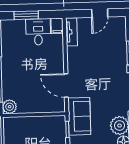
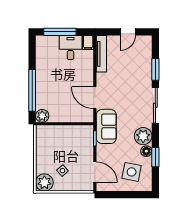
window: (26, 15) -> (60, 32), width x1.44
tv unit: (72, 32) -> (101, 54), width x1.41

